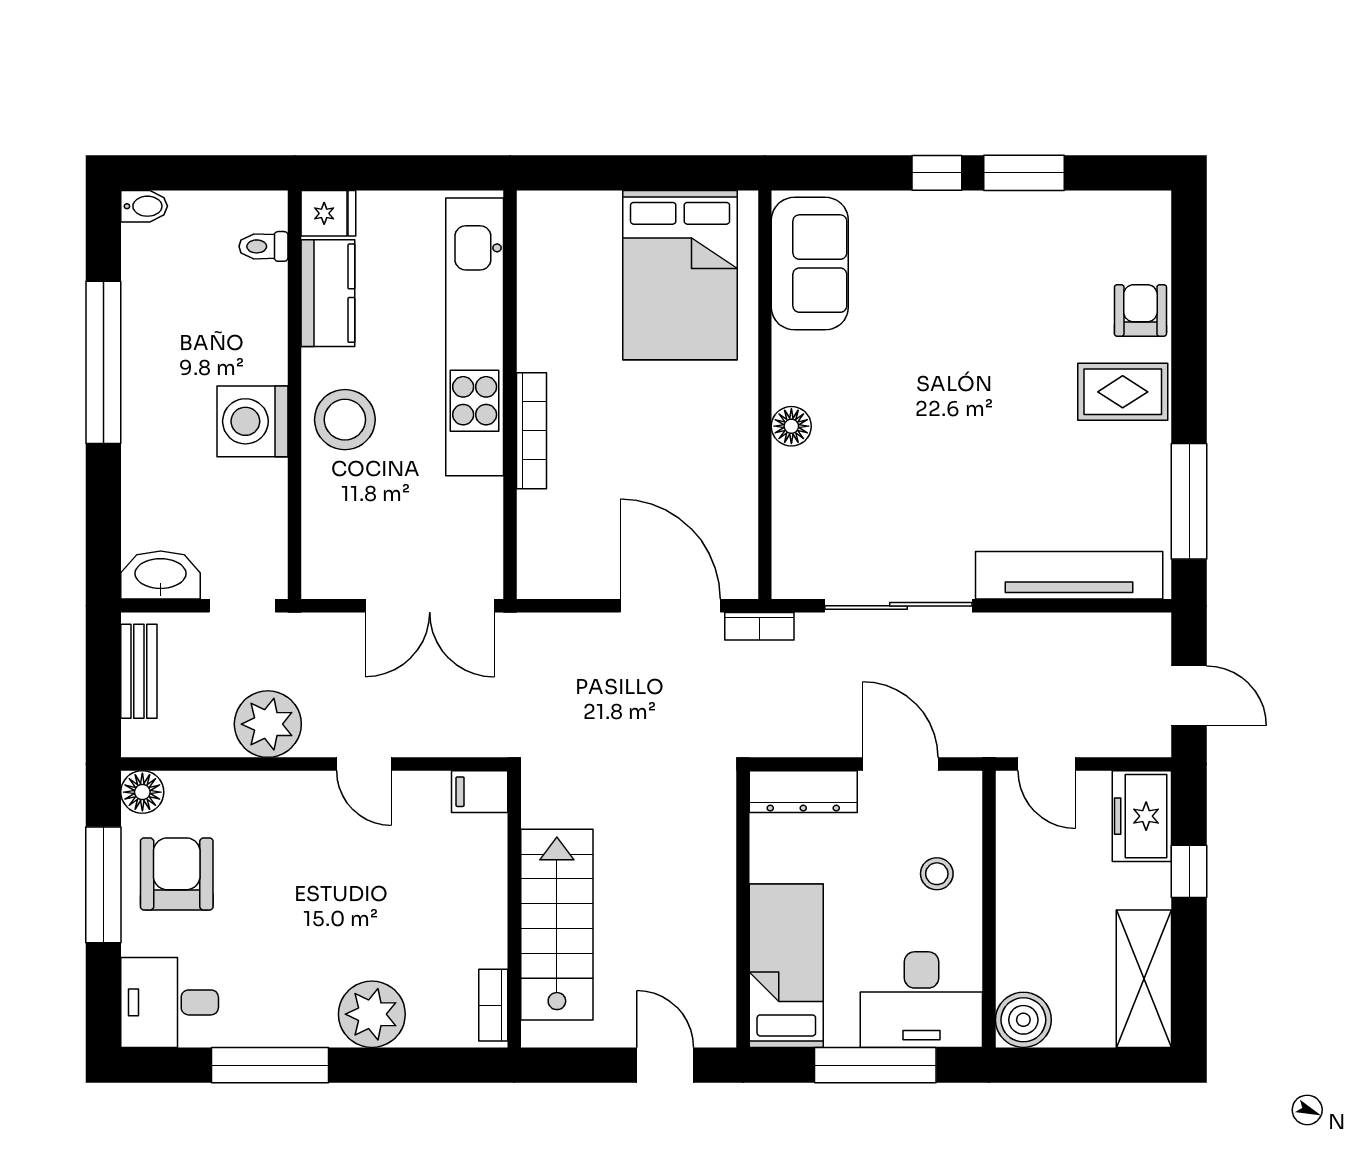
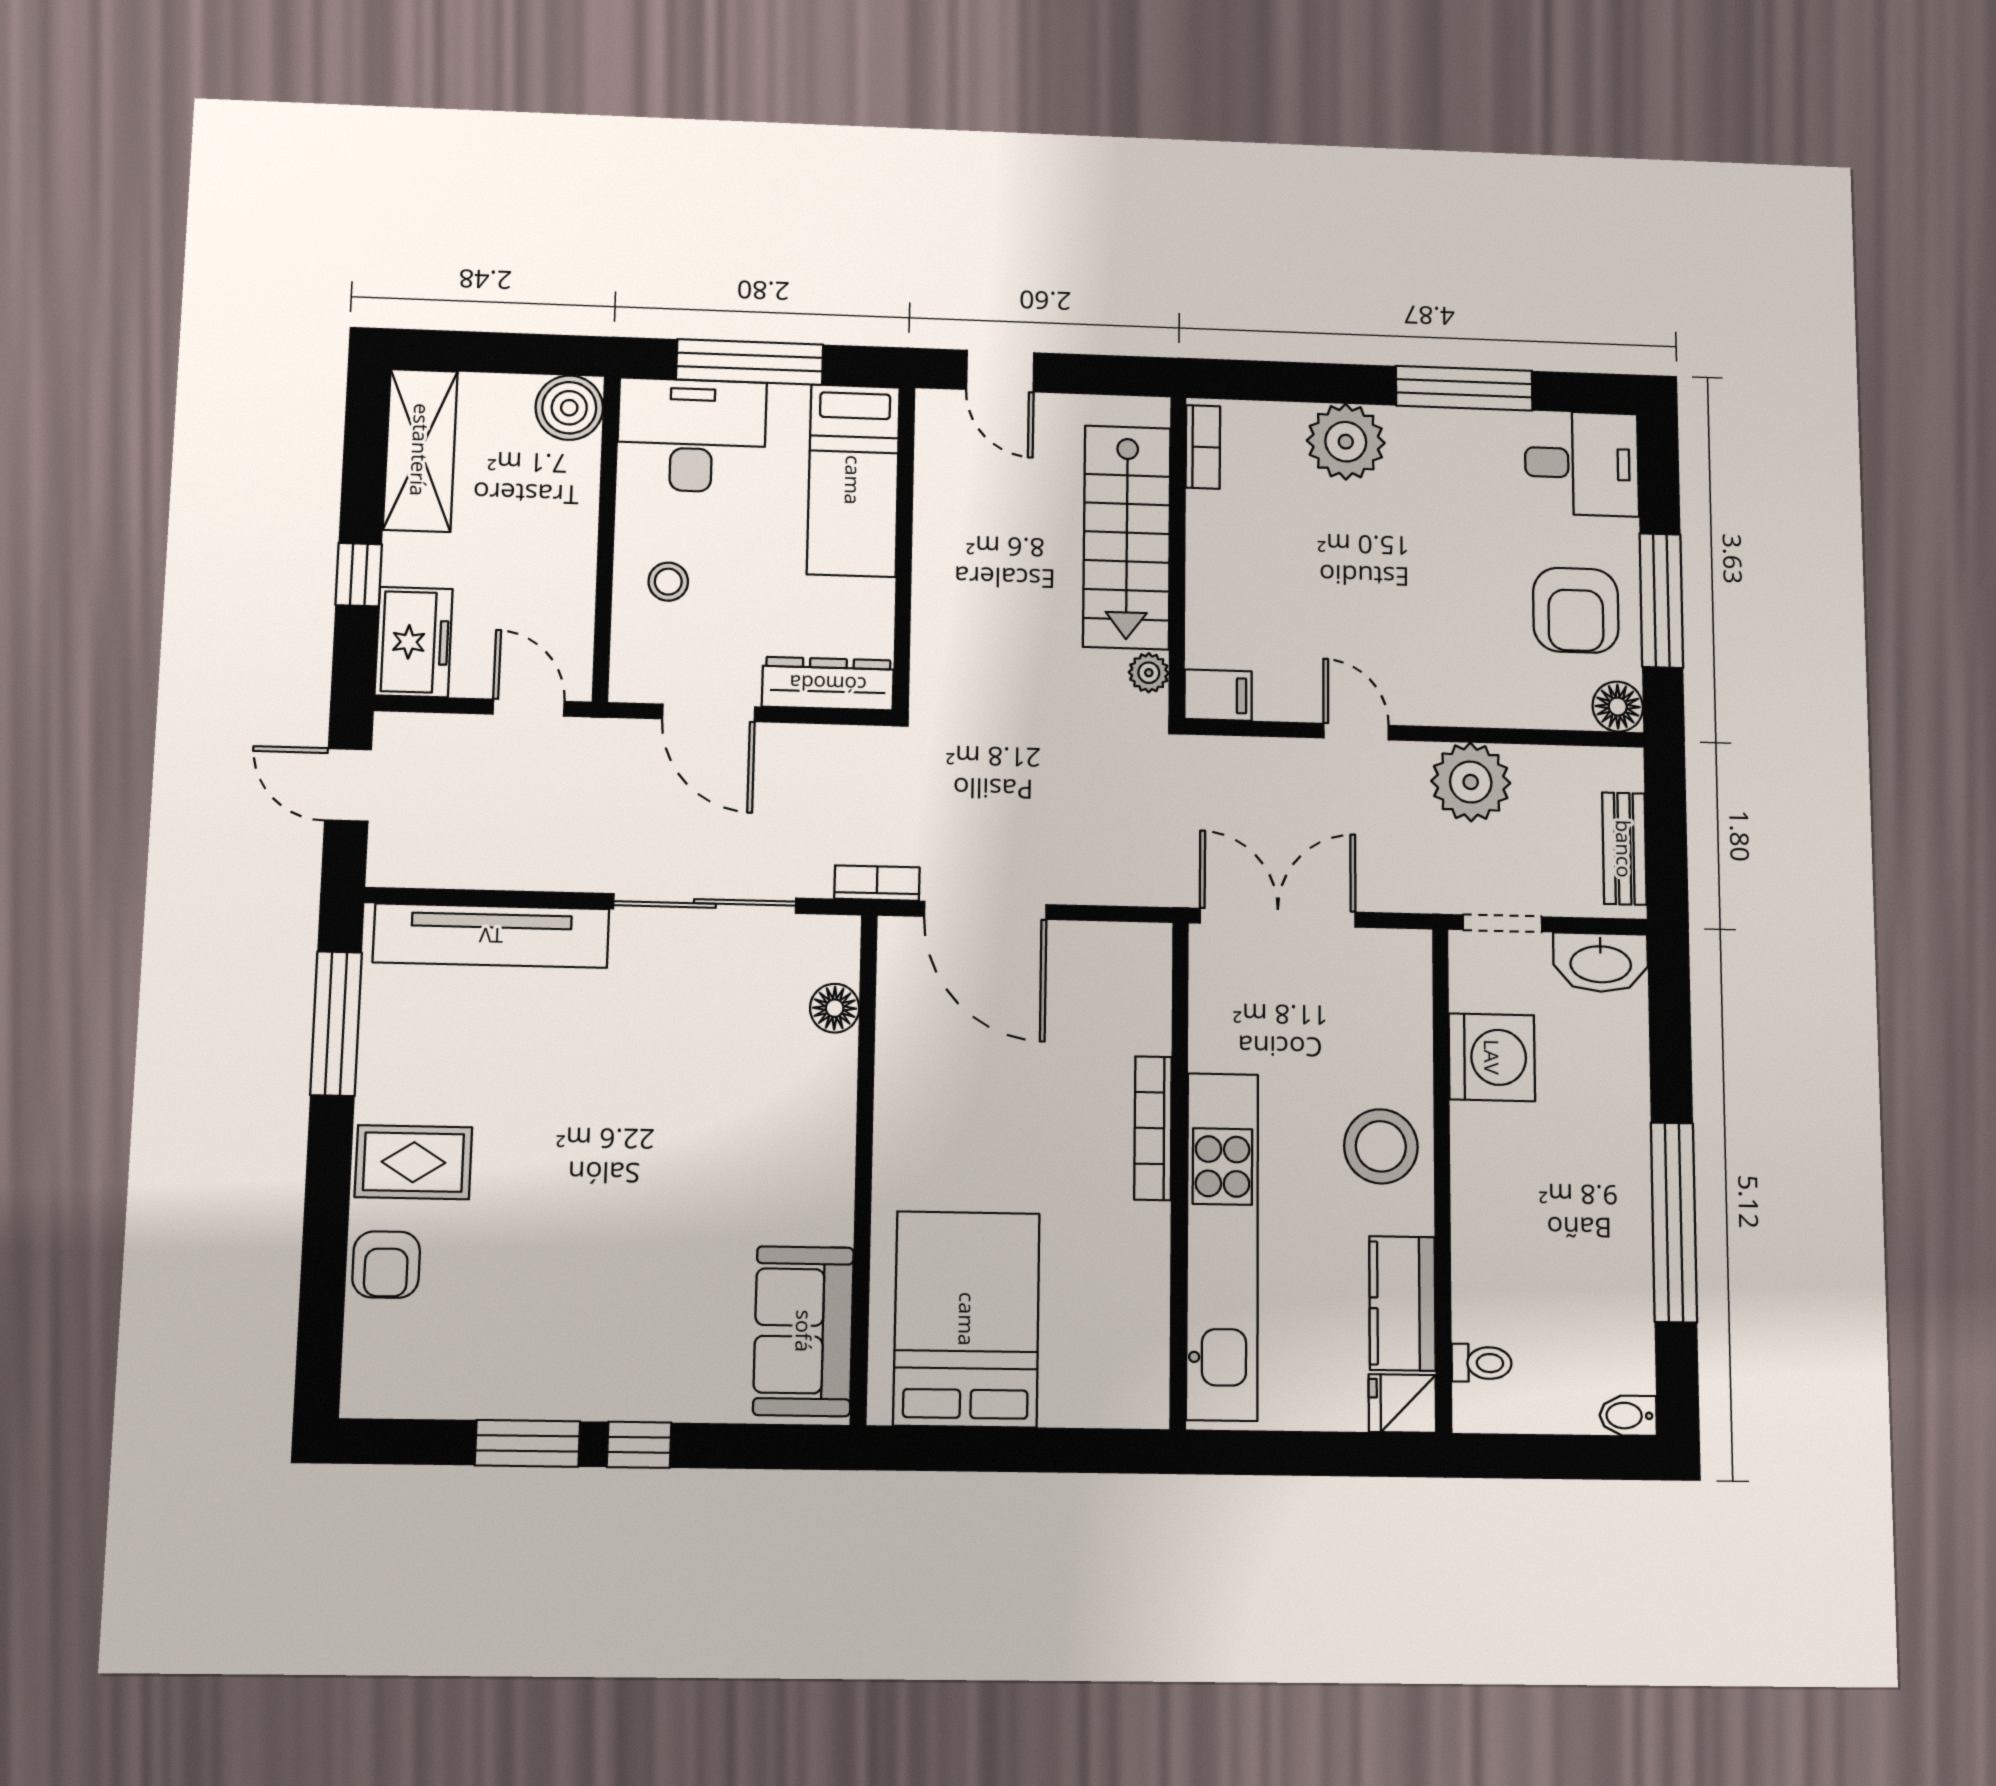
washing machine: (252, 421) -> (1492, 1057), moved
floor lamp: (791, 426) -> (835, 1008), moved
plant: (538, 809) -> (1149, 673), added

